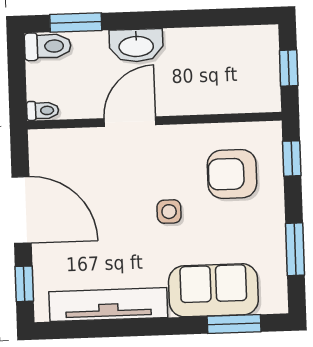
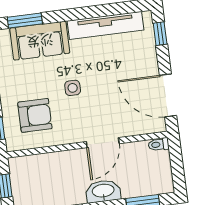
toilet: (48, 46) -> (159, 186), removed
door: (22, 210) -> (168, 95), moved

